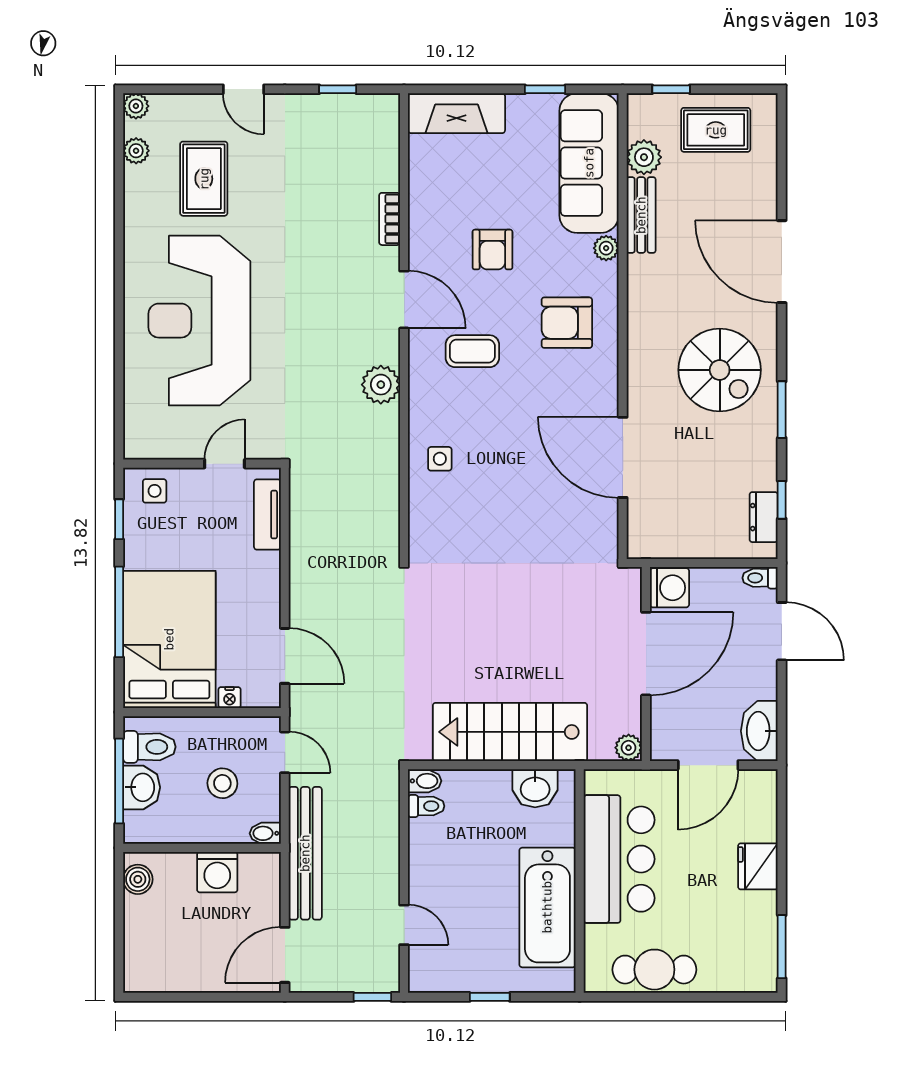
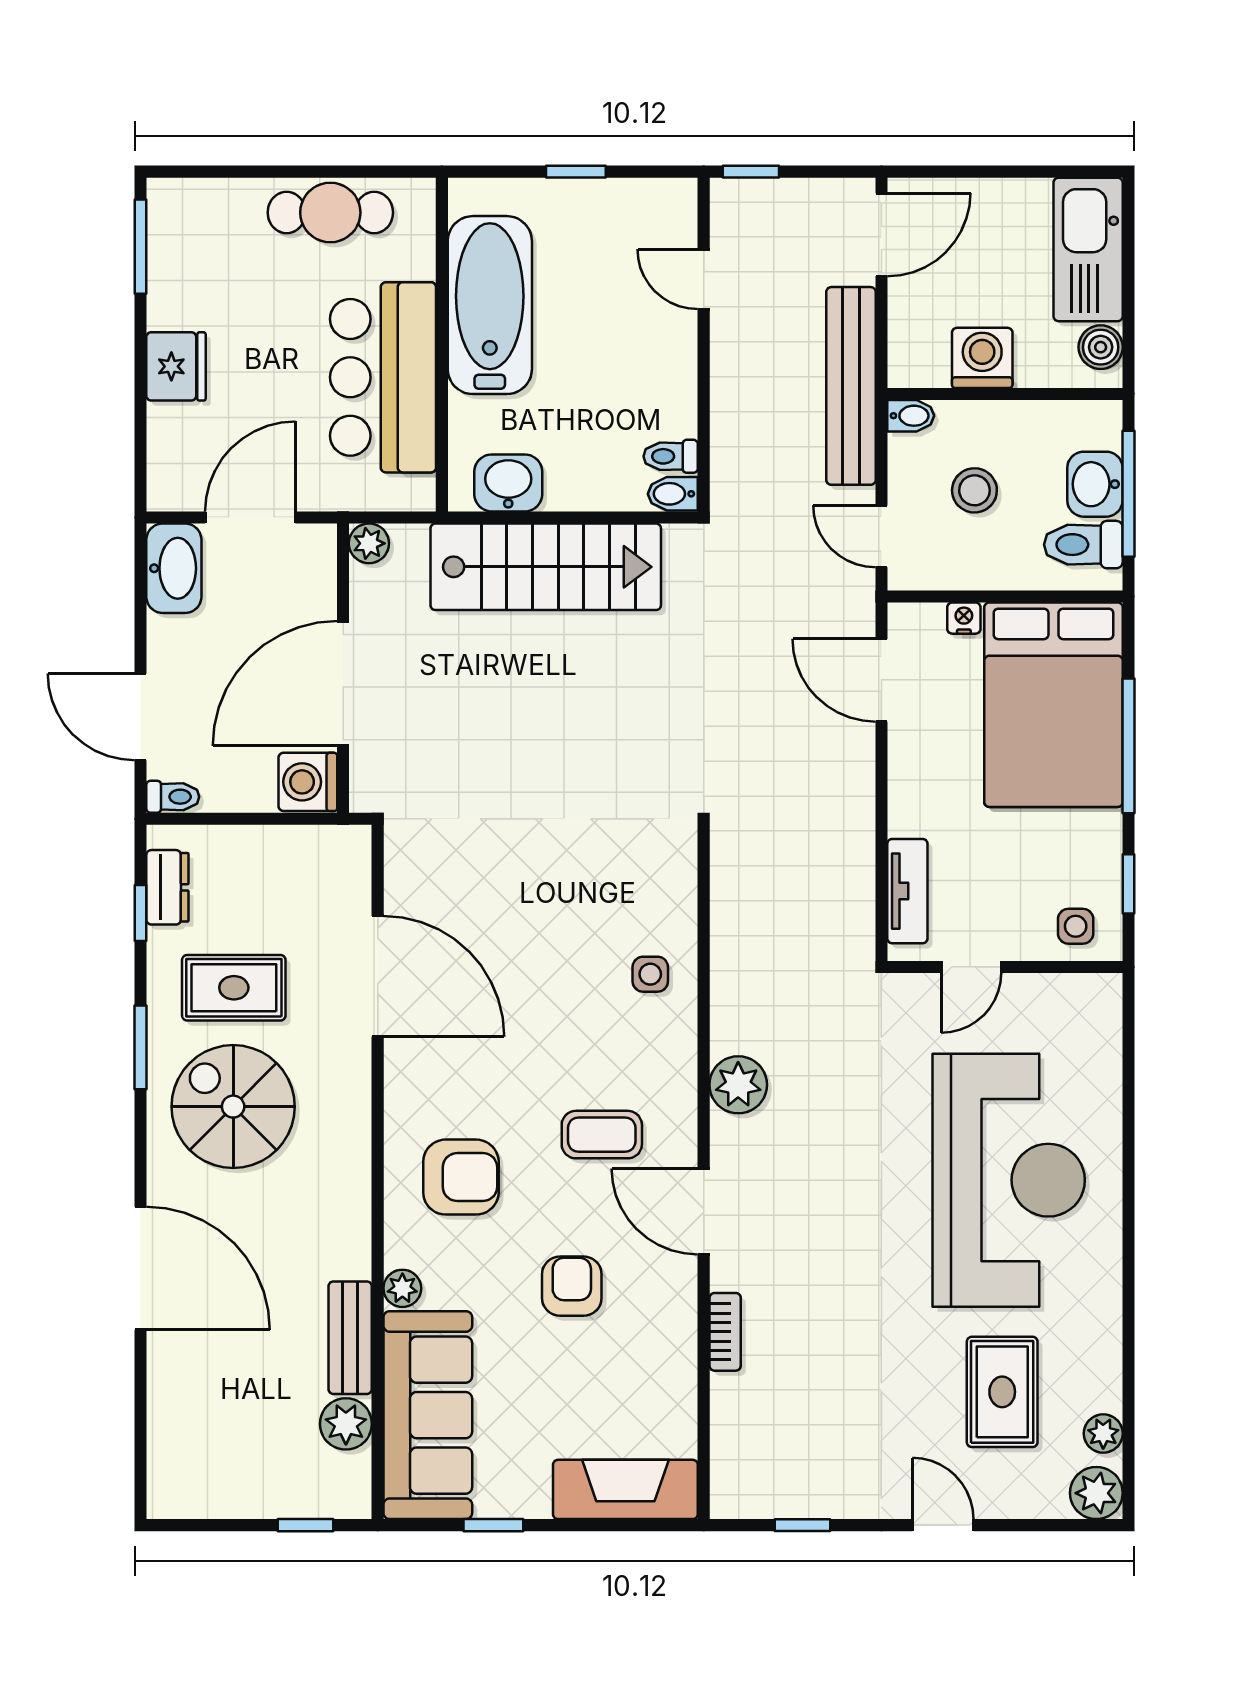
plant: (136, 106) -> (1096, 1493), width x1.38, depth x1.38
rug: (716, 130) -> (234, 988), moved
kitchen sink: (146, 945) -> (1088, 249), added

